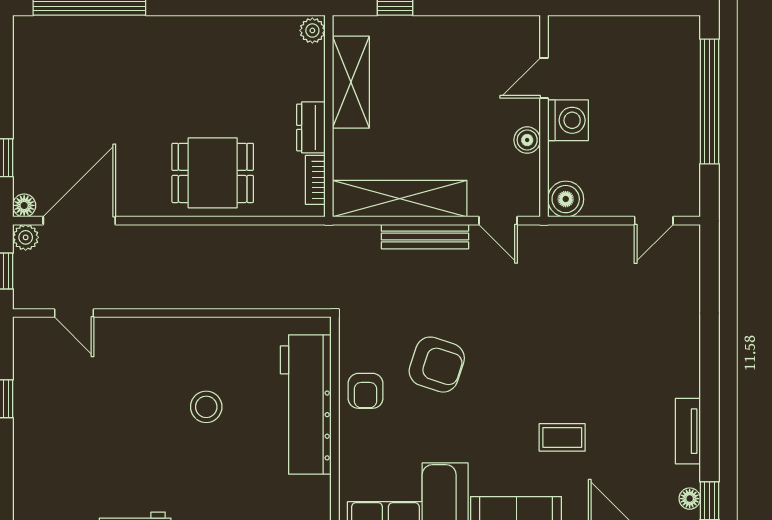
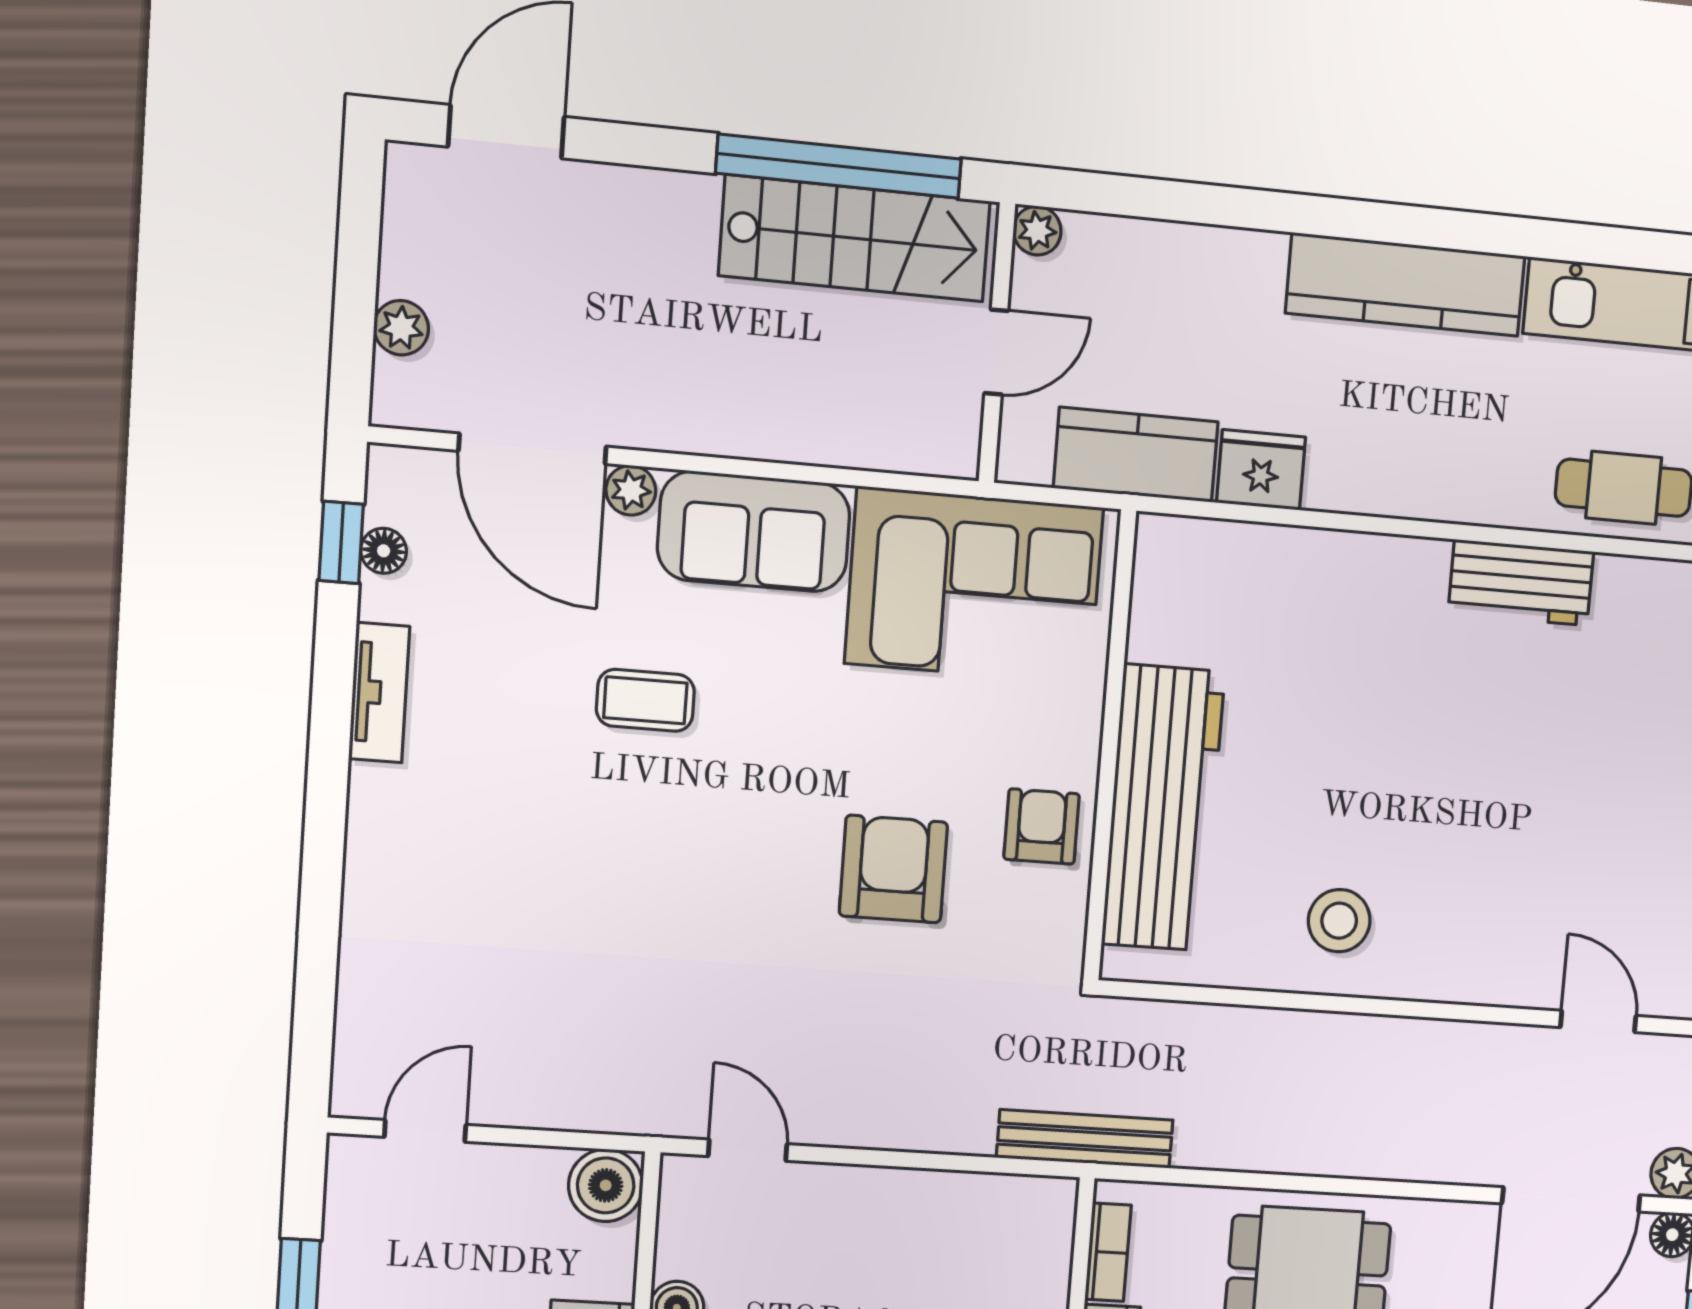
shelving: (400, 199) -> (943, 1206), removed
bench: (425, 237) -> (1085, 1139), moved
armchair: (437, 365) -> (893, 869), turned 72
stool: (206, 407) -> (1339, 921), moved

